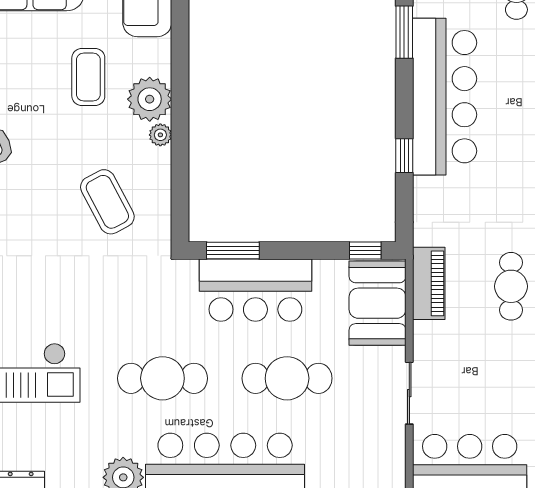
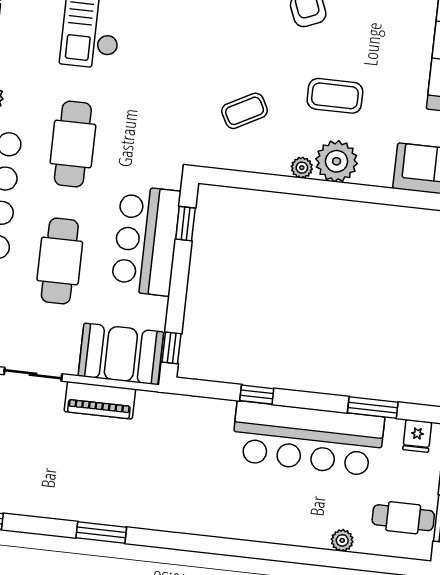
coffee table: (88, 77) -> (335, 96), moved
coffee table: (107, 202) -> (245, 111), width x0.73, depth x0.77
window: (233, 251) -> (185, 224), width x0.67
piano: (429, 283) -> (100, 400), moved
cafe table: (511, 286) -> (123, 481), removed

